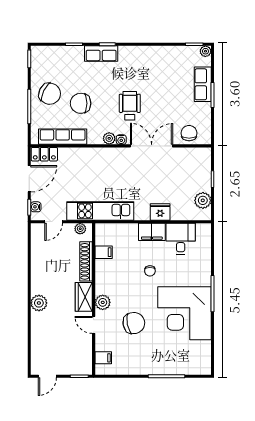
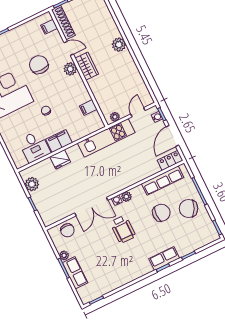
plant: (205, 51) -> (64, 255), moved
shoe rack: (86, 261) -> (63, 23), moved
chair: (134, 323) -> (39, 65), turned 101

